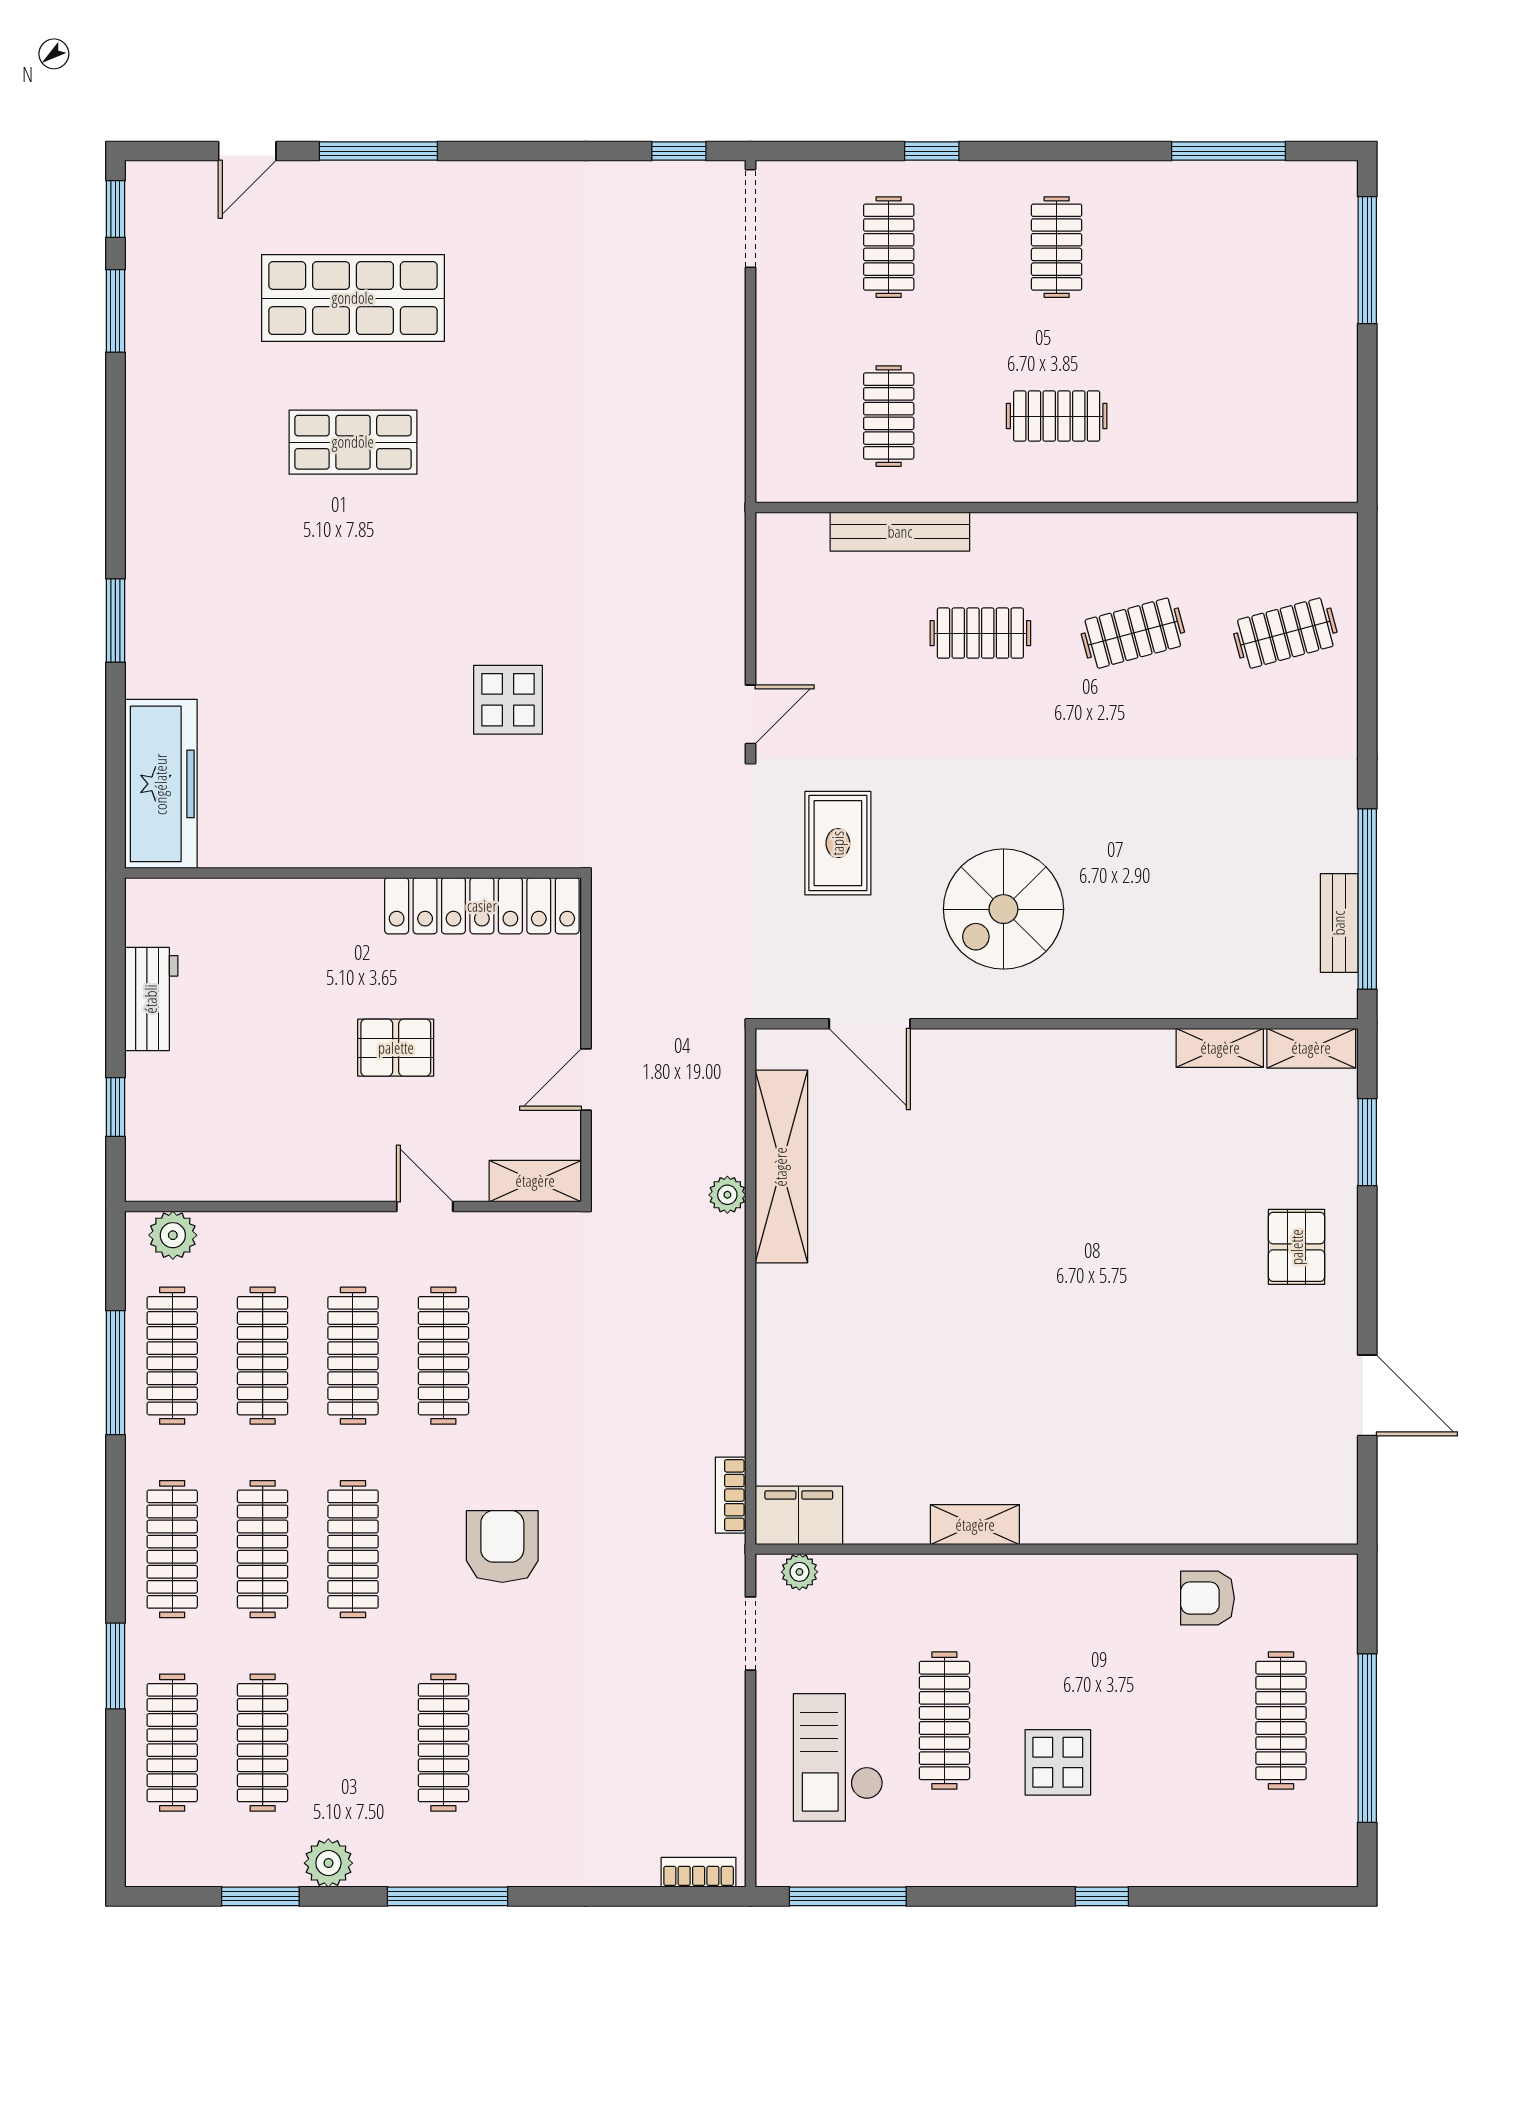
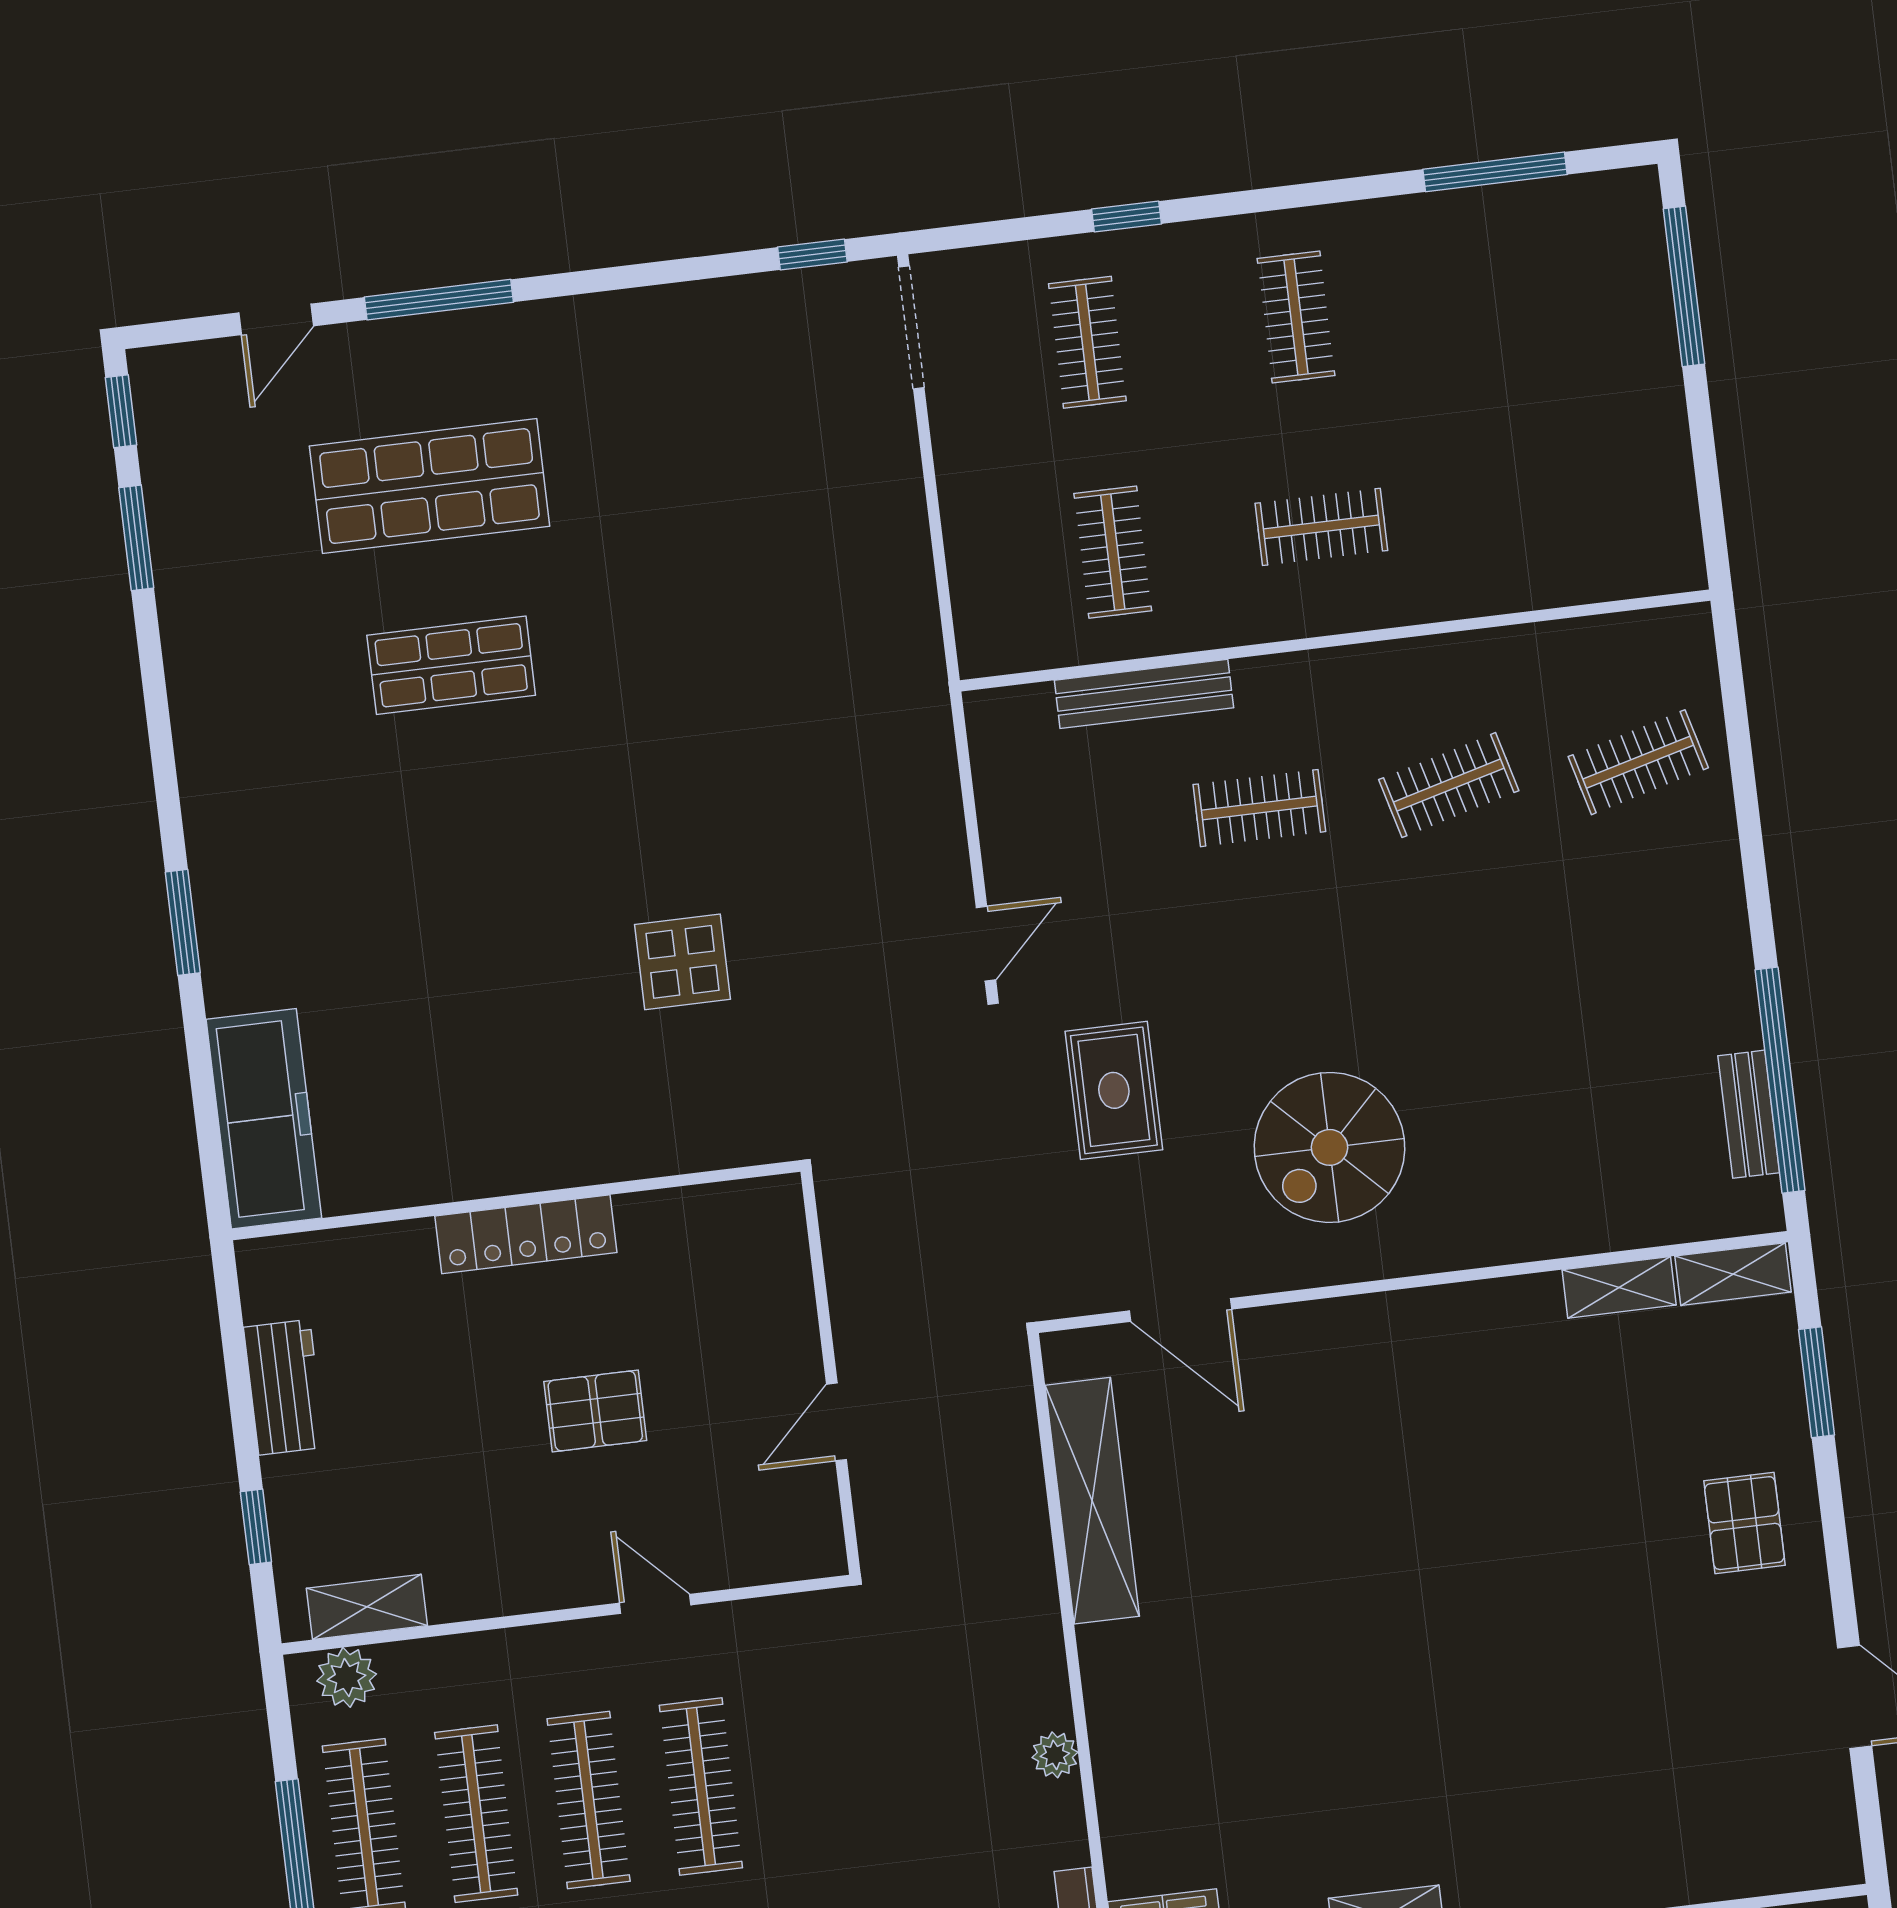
locker: (482, 906) -> (526, 1234), moved, width x0.71, depth x0.83
shelving: (535, 1181) -> (367, 1607), moved
plant: (727, 1195) -> (1055, 1755), moved

